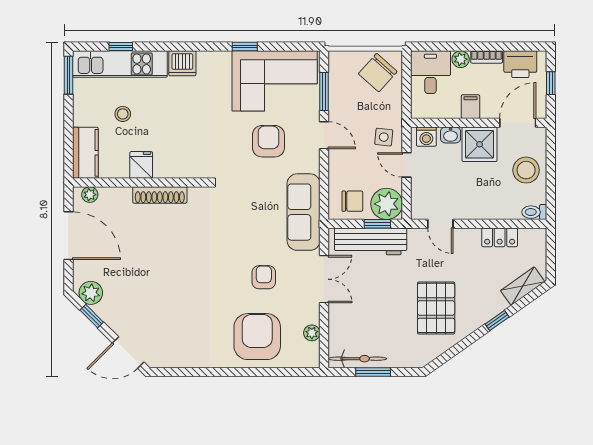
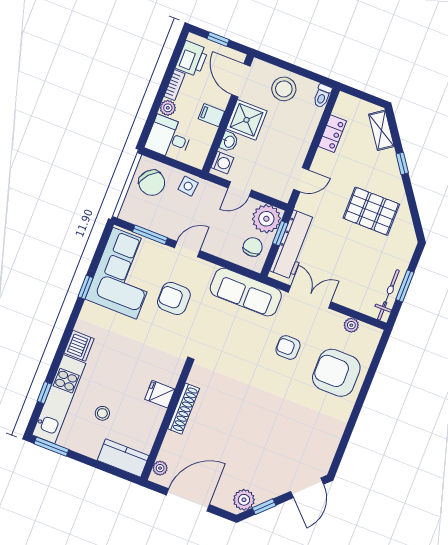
side table: (384, 137) -> (188, 186), moved
fridge: (141, 165) -> (160, 394), moved

